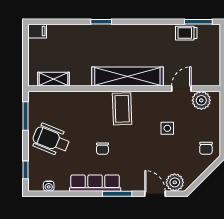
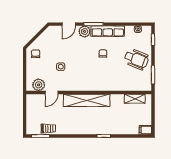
coffee table: (122, 109) -> (90, 79), removed
plant: (175, 182) -> (85, 31), moved
door: (155, 194) -> (69, 24), hinge flipped

